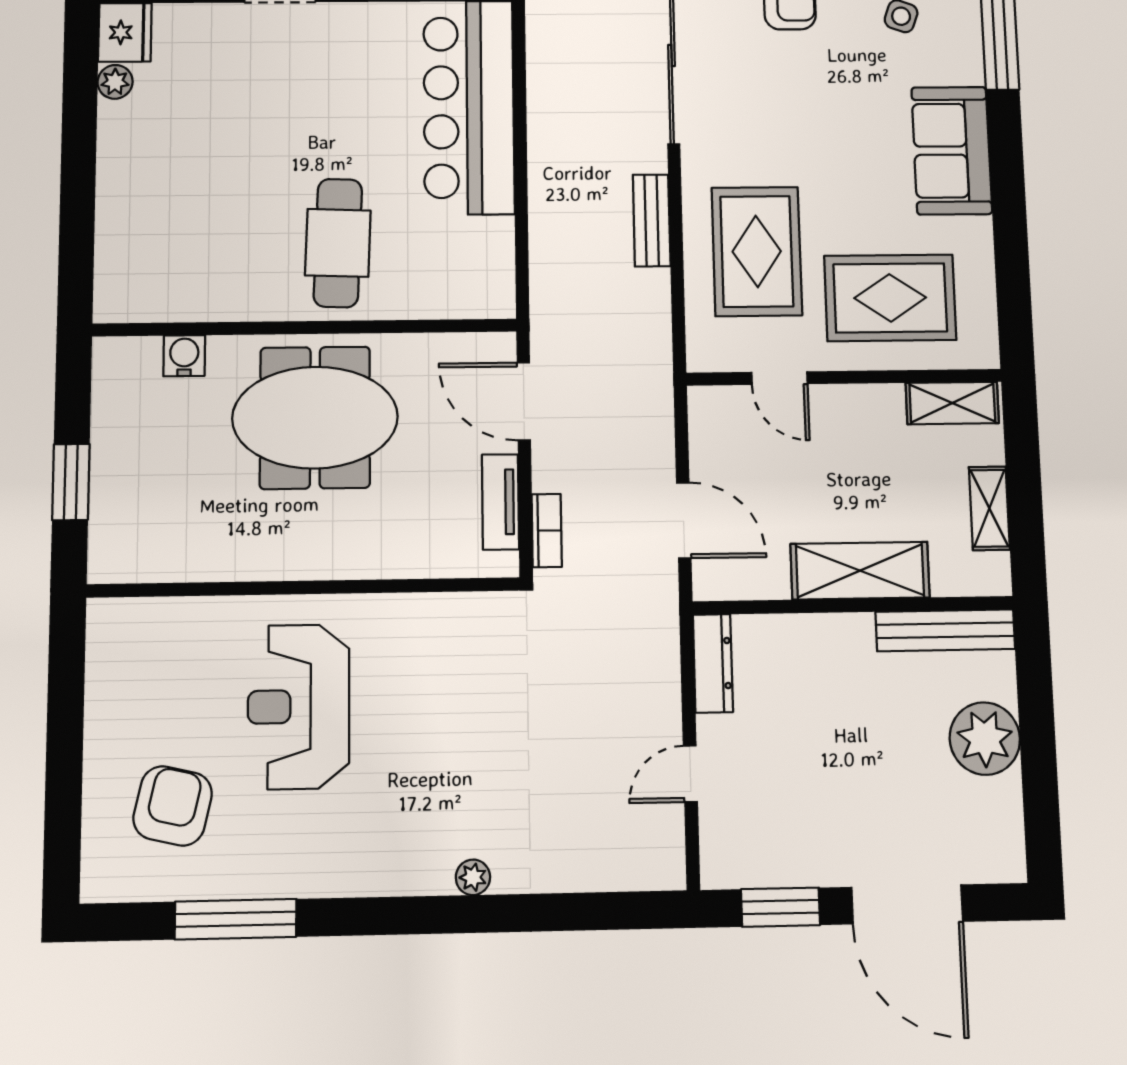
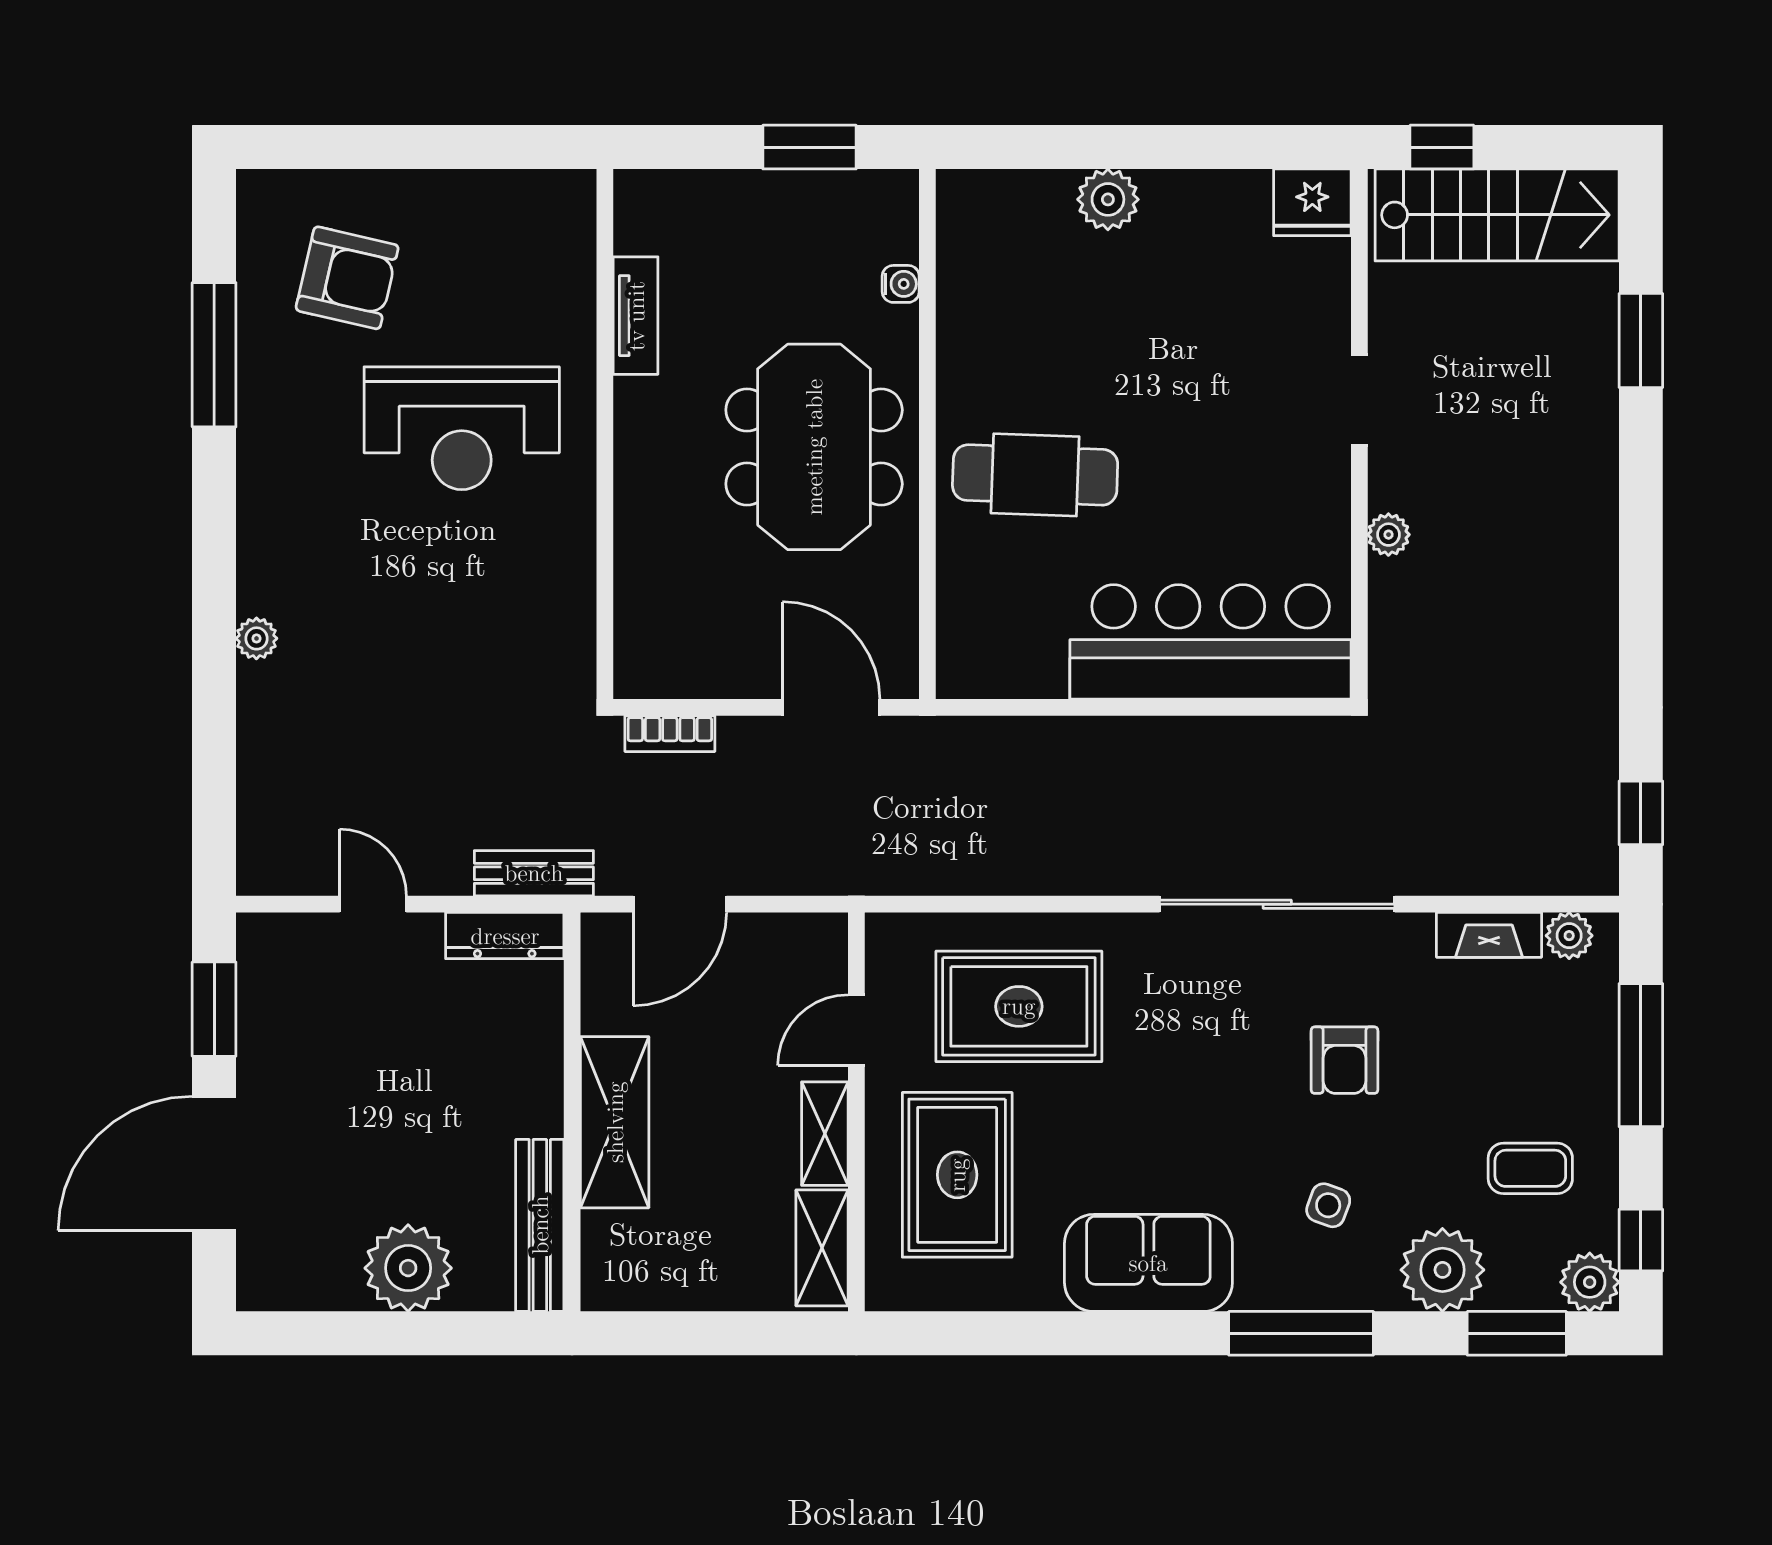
plant: (115, 82) -> (1108, 199), moved, width x1.38, depth x1.38
bench: (652, 220) -> (534, 873), moved
water cooler: (184, 356) -> (901, 284), width x0.72, depth x0.72
door: (524, 401) -> (831, 707), hinge flipped
window: (71, 482) -> (810, 147), moved
tv unit: (500, 502) -> (636, 316), moved, turned 90
shelving: (989, 508) -> (825, 1134), moved, turned 90
reception desk: (299, 706) -> (462, 428), turned 180

